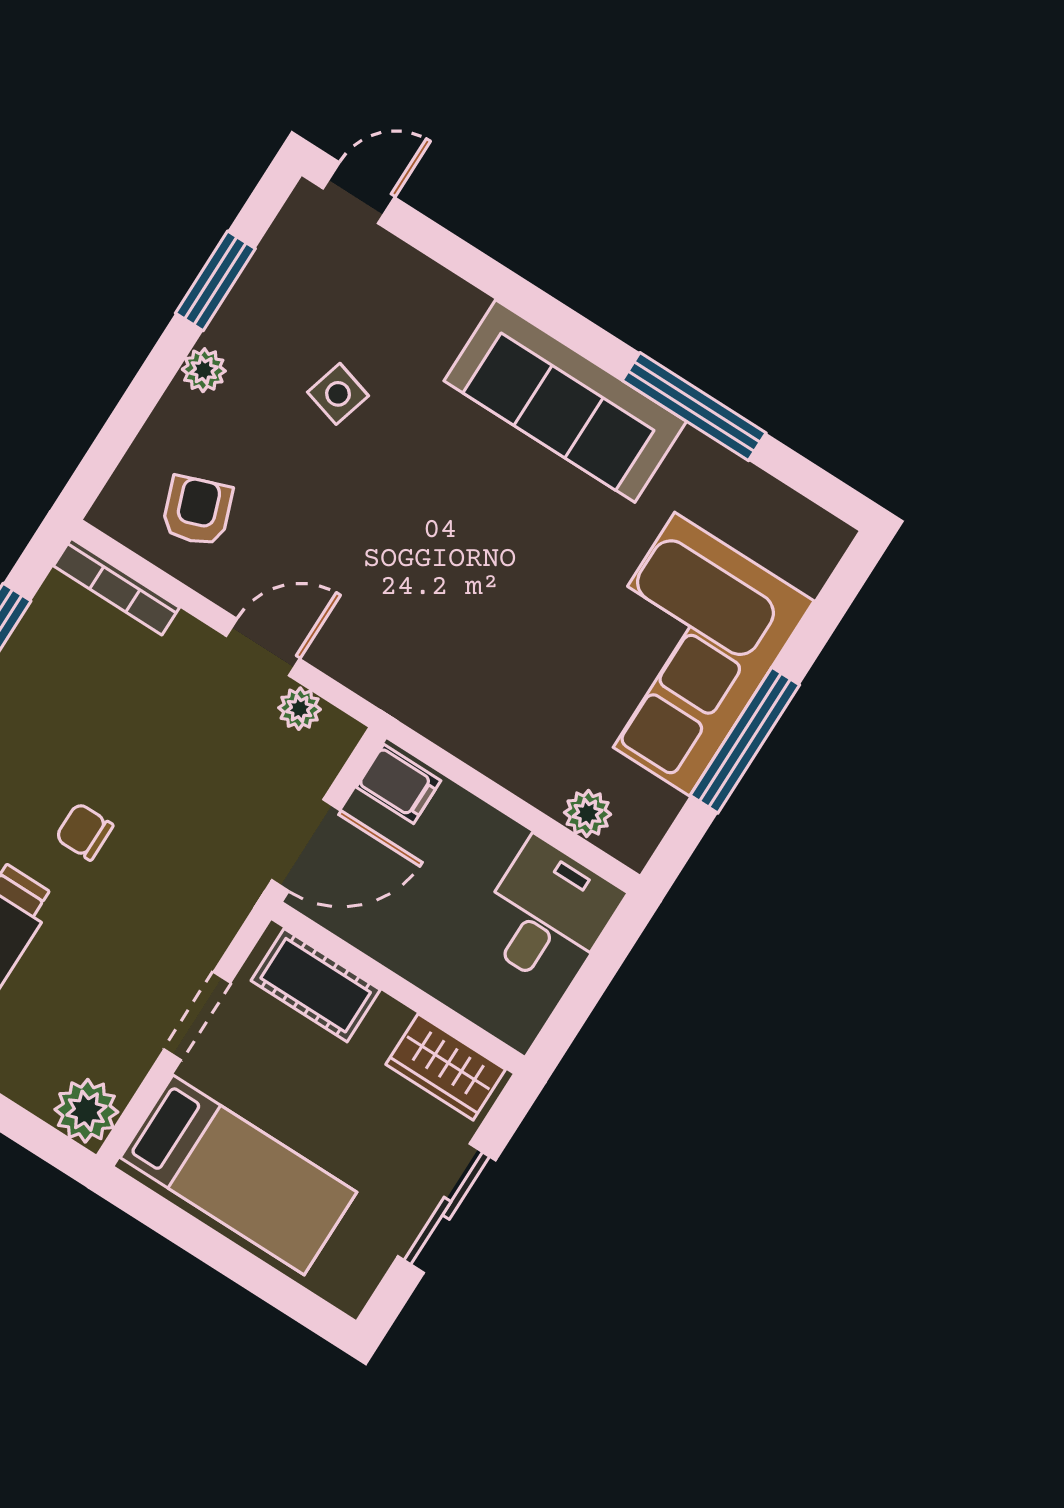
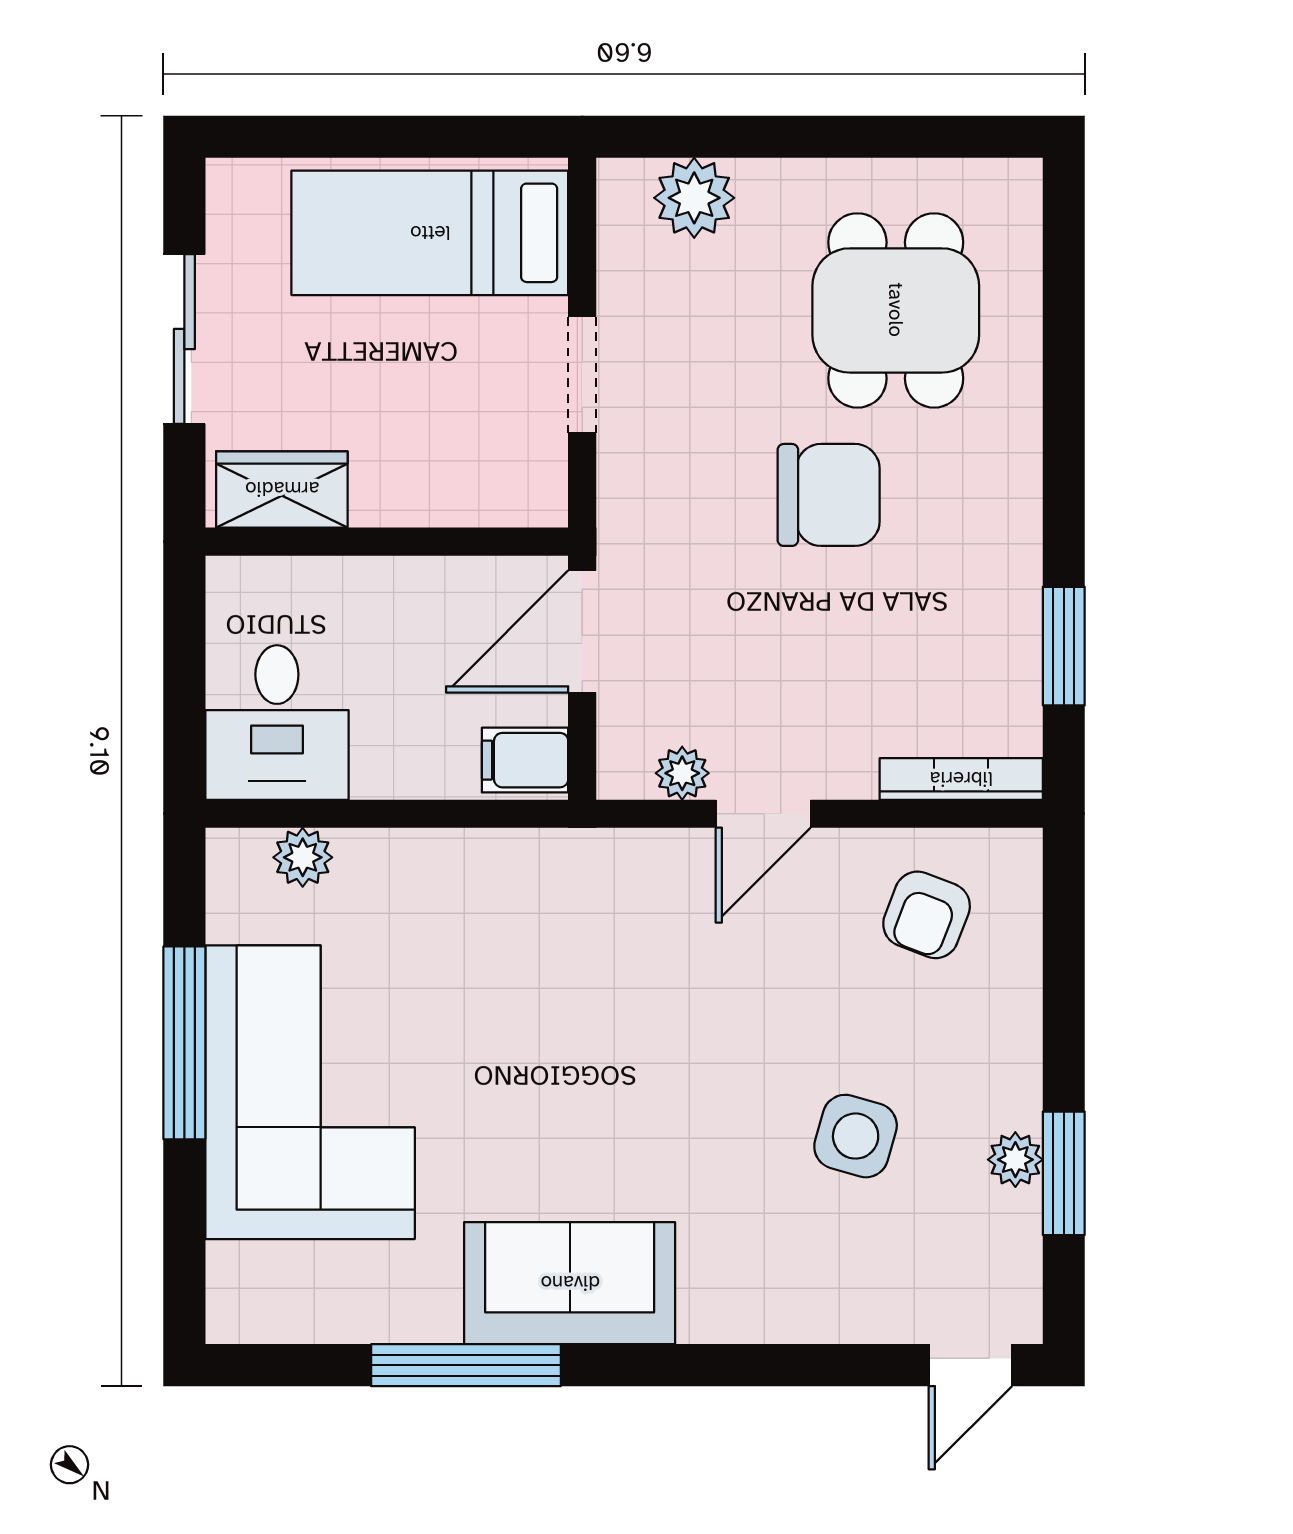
plant: (204, 370) -> (1015, 1160), moved
side table: (338, 394) -> (856, 1136), width x1.37, depth x1.37
sofa: (565, 401) -> (570, 1283), width x0.73
armchair: (197, 511) -> (927, 915), turned 41
chair: (84, 832) -> (829, 495), width x1.87, depth x1.87
cot: (316, 985) -> (477, 488), removed
plant: (86, 1111) -> (694, 198), moved

